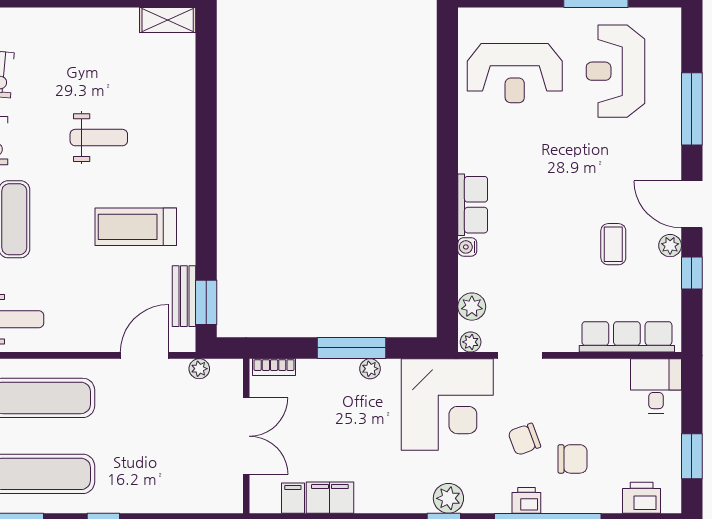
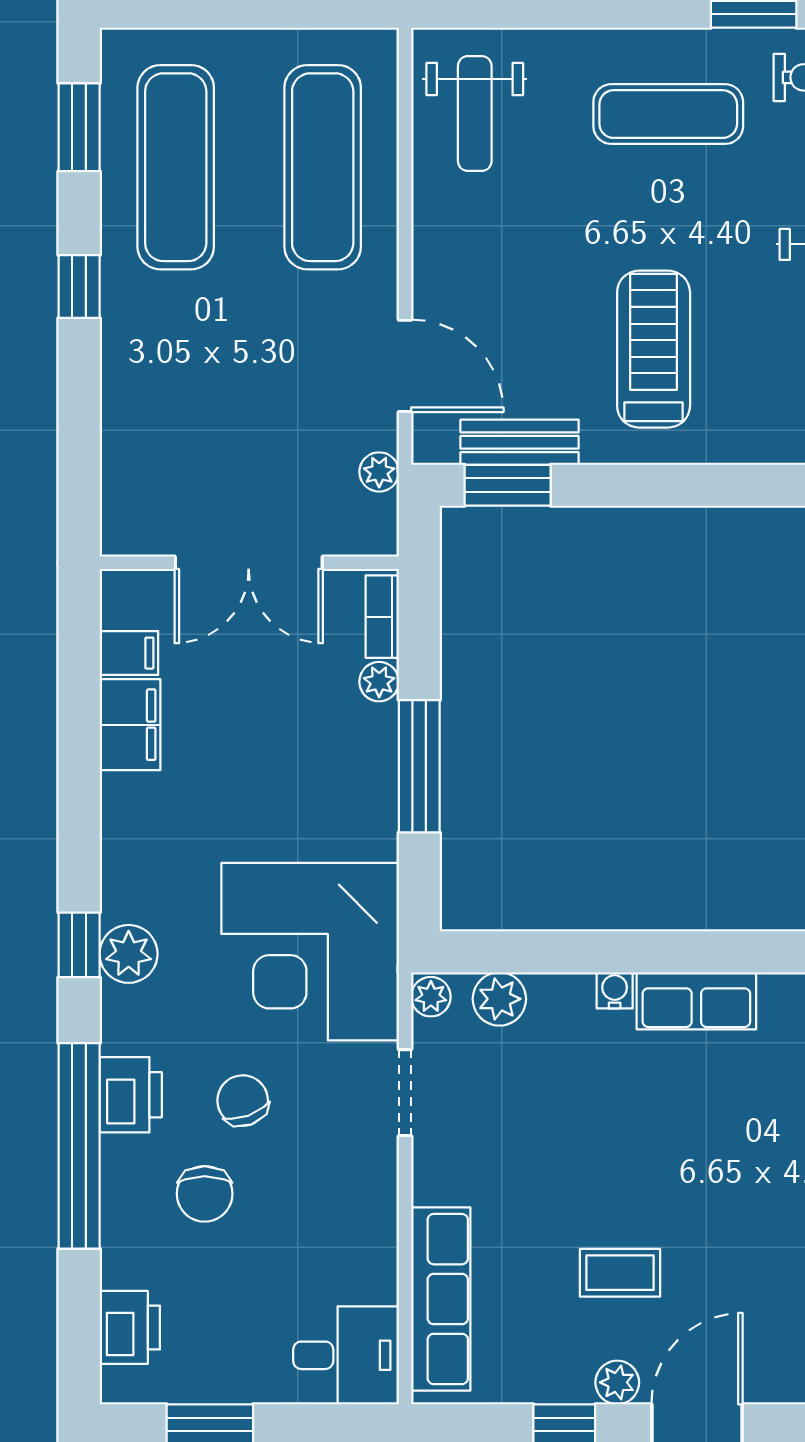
plant: (370, 369) -> (379, 682), moved
printer: (526, 500) -> (131, 1095), width x1.36, depth x1.24

